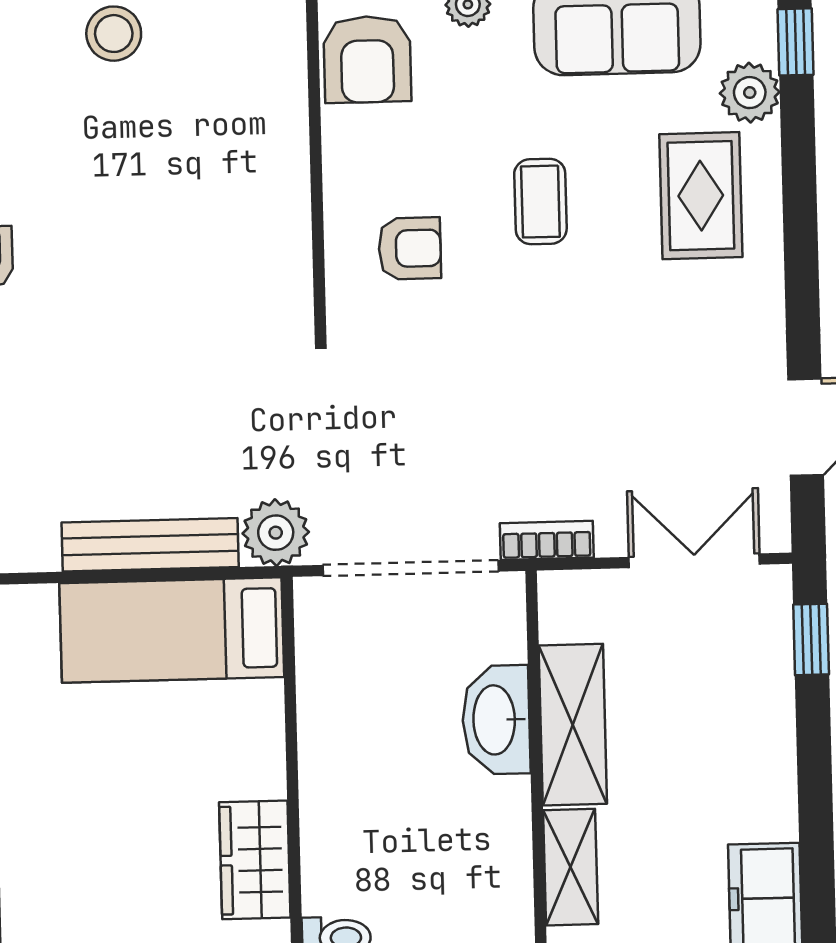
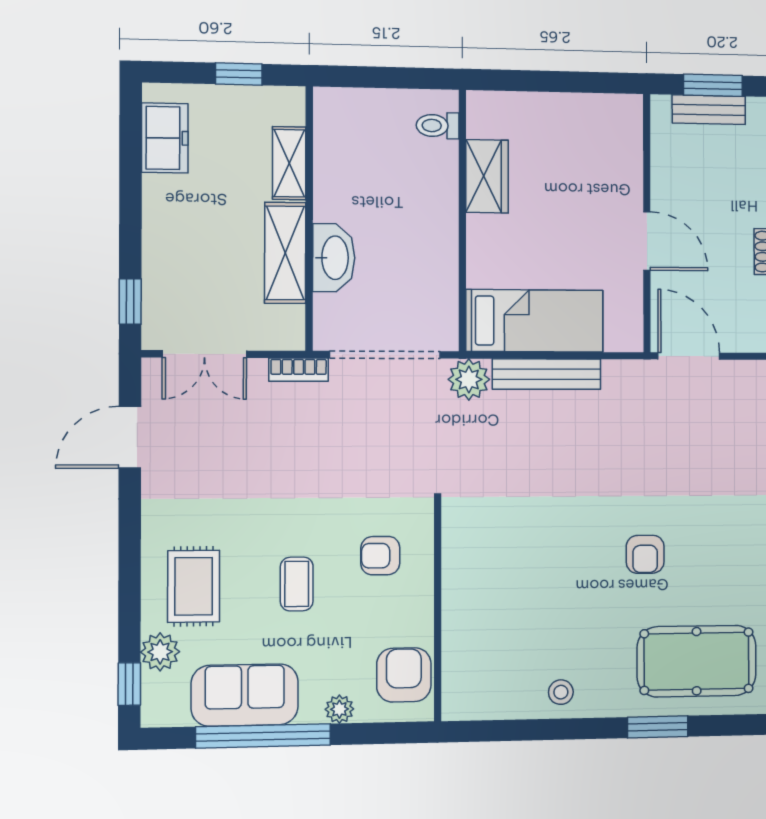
stool: (114, 34) -> (561, 692), width x0.73, depth x0.73

